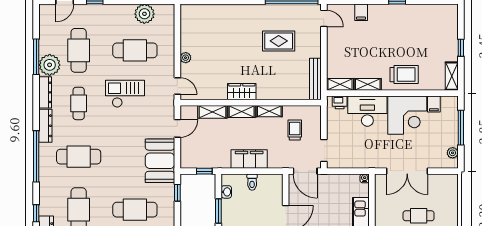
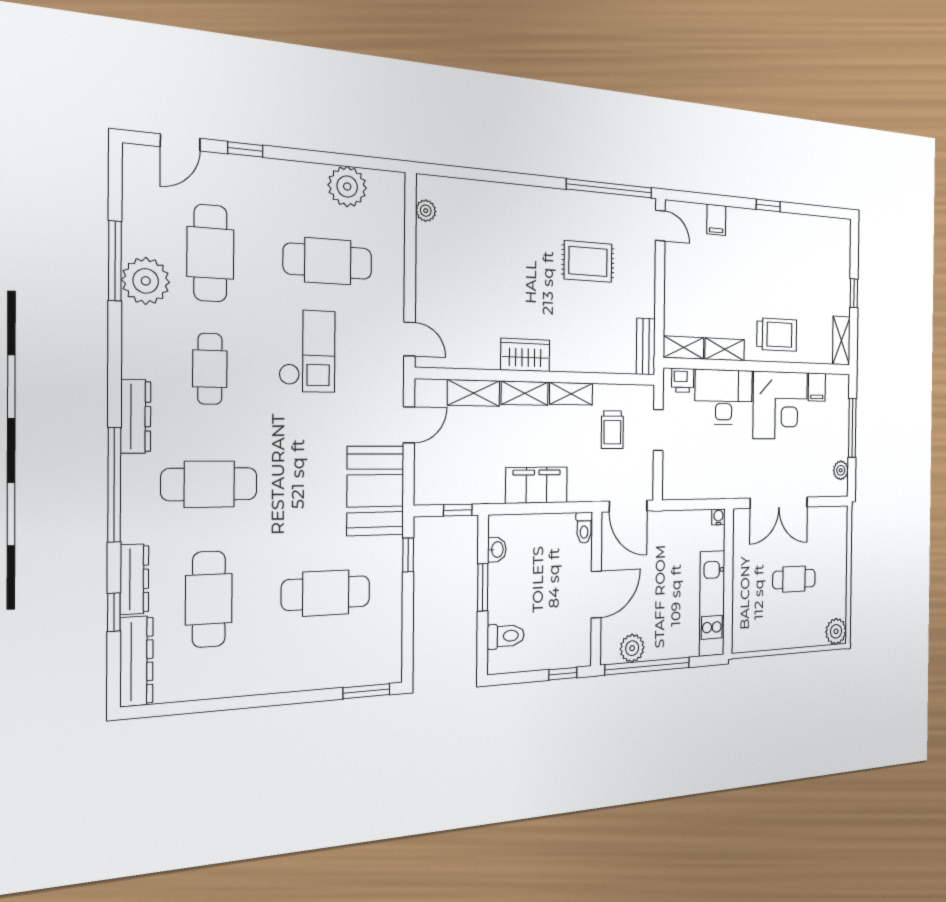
plant: (186, 58) -> (426, 211), moved
bench: (315, 79) -> (646, 346), width x0.73
dresser: (45, 92) -> (134, 579), moved
checkout: (125, 94) -> (307, 351), turned 90
trolley: (295, 130) -> (612, 430), turned 180
doorway: (324, 150) -> (658, 430), moved
toilet: (252, 182) -> (584, 528), moved

